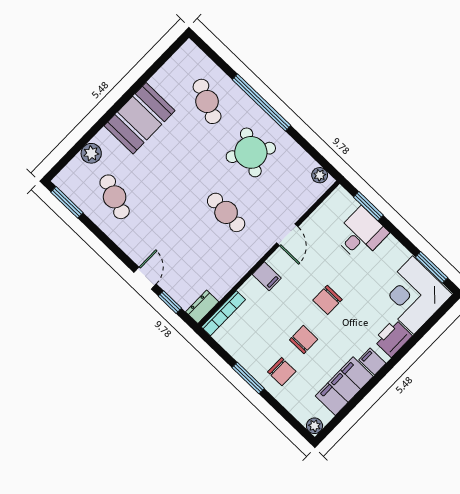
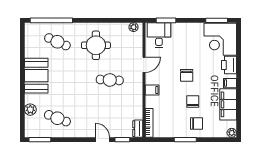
window: (261, 103) -> (51, 20), moved
round table: (251, 152) -> (96, 45), turned -33
desk: (361, 234) -> (159, 35), moved
door: (287, 235) -> (144, 65), hinge flipped

